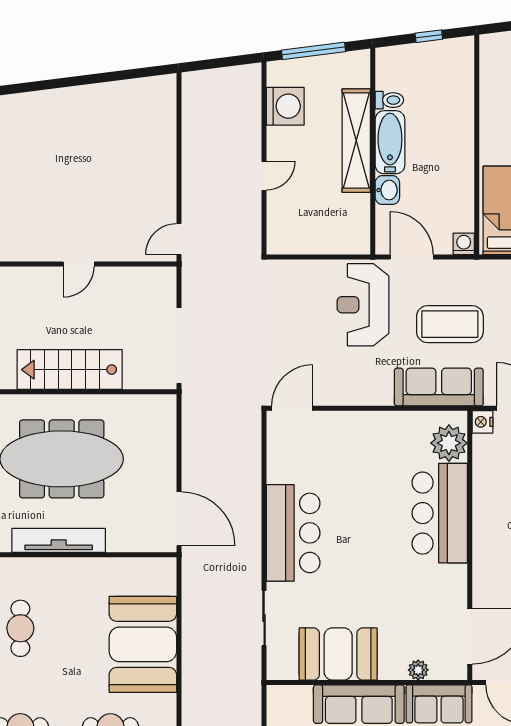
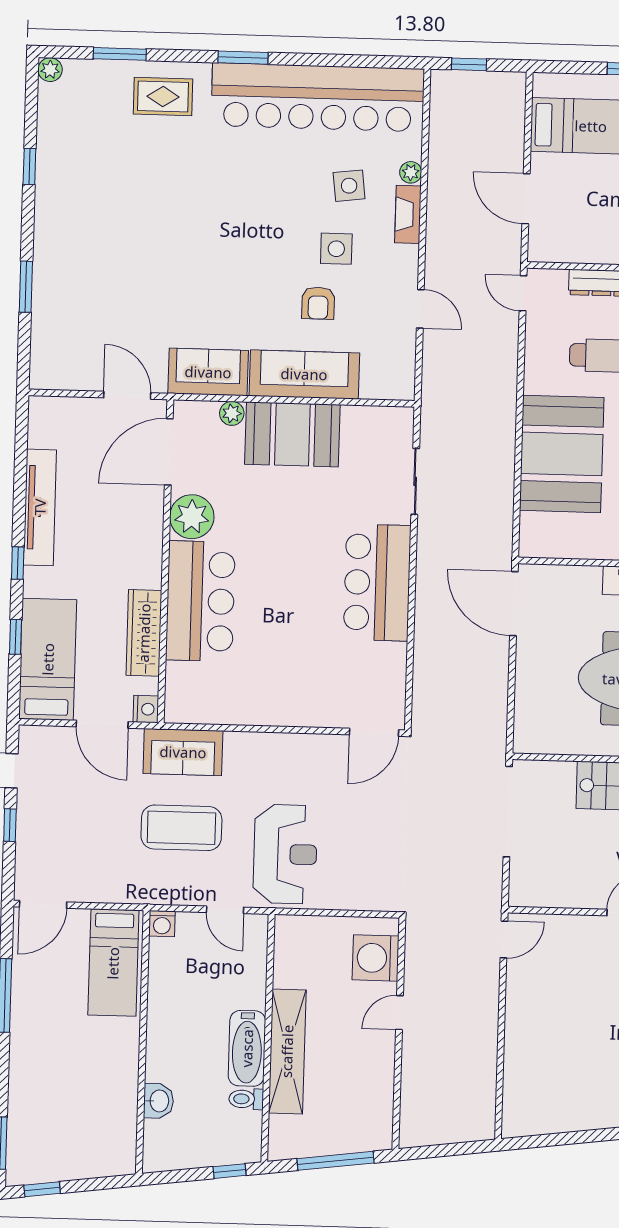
window: (429, 36) -> (230, 1171), moved
washing machine: (285, 106) -> (376, 958), moved
washbasin: (387, 190) -> (159, 1101), moved, turned 180
door: (412, 257) -> (225, 910), width x0.73
sofa: (439, 387) -> (183, 752), width x0.73
plant: (449, 443) -> (192, 517), moved
wardrobe: (486, 485) -> (144, 633), added
booth: (338, 654) -> (292, 434), moved

